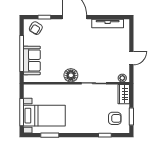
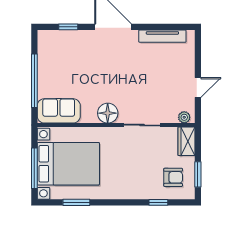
armchair: (36, 28) -> (56, 43), removed
sofa: (32, 60) -> (59, 111), moved, turned -90
bed with nightstands: (44, 116) -> (68, 164), width x1.36

